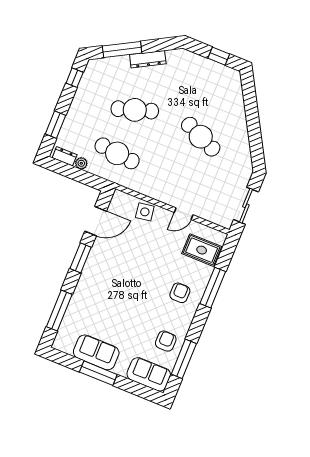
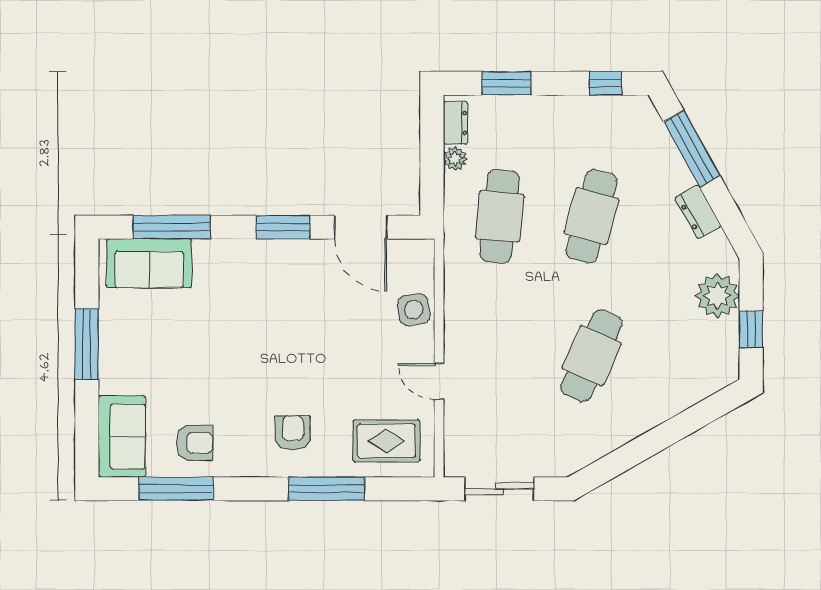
dresser: (148, 59) -> (698, 212), width x0.70
plant: (197, 66) -> (717, 296), added
cafe table: (135, 110) -> (591, 216), turned 33
rug: (202, 250) -> (386, 441), turned 90
armchair: (180, 293) -> (293, 433), turned -90
sofa: (96, 352) -> (149, 263), moved, turned 90

